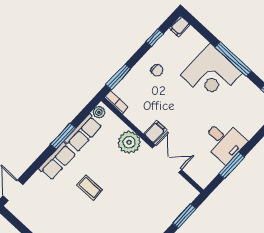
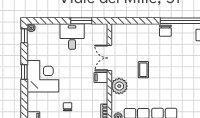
window: (233, 59) -> (24, 72), width x0.46
coffee table: (90, 187) -> (143, 70), moved
window: (185, 216) -> (131, 21), removed

